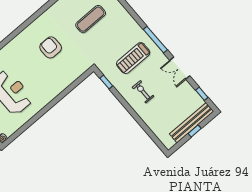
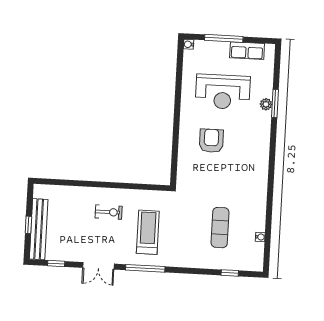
armchair: (51, 47) -> (211, 141), moved, turned -90
double door: (180, 68) -> (98, 266), swing flipped
window: (106, 82) -> (149, 187), removed

